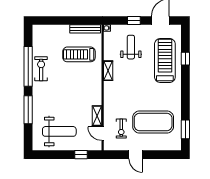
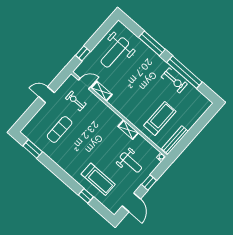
treadmill: (165, 61) -> (98, 179), width x0.73, depth x0.73
exercise mat: (153, 122) -> (60, 129), width x0.50, depth x0.69

